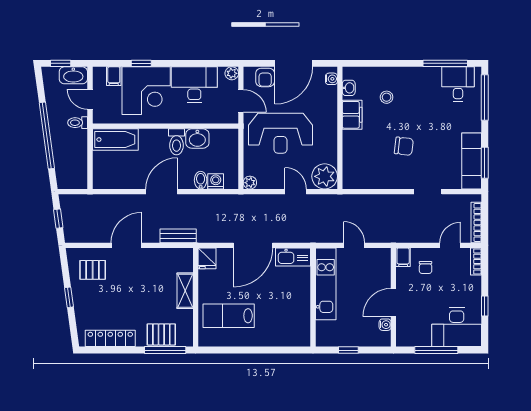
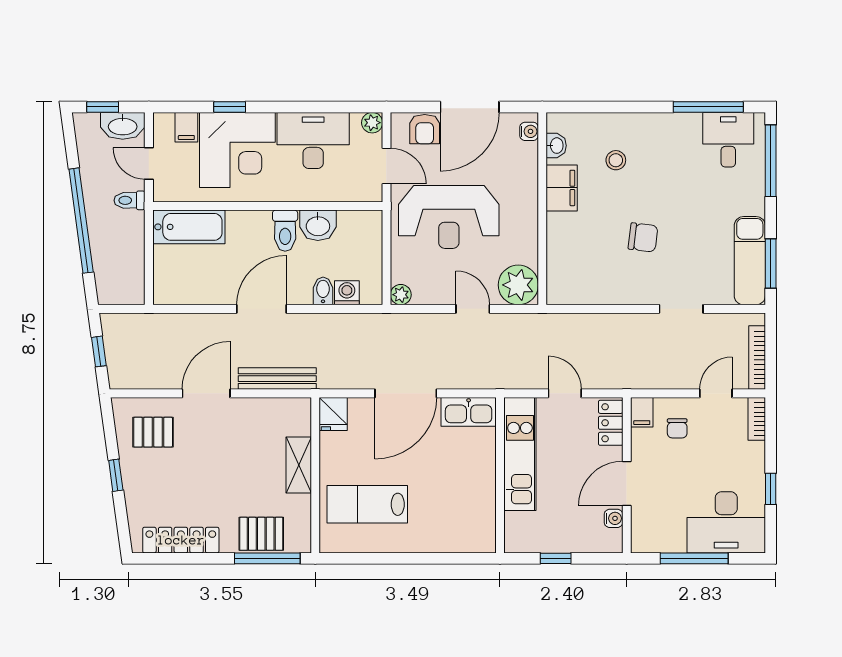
bench: (178, 236) -> (277, 379), width x1.36
locker: (383, 264) -> (611, 423), added

